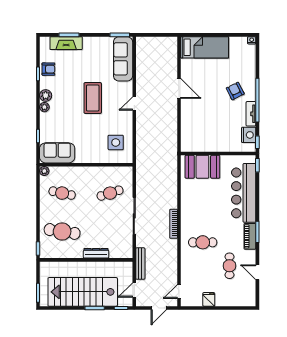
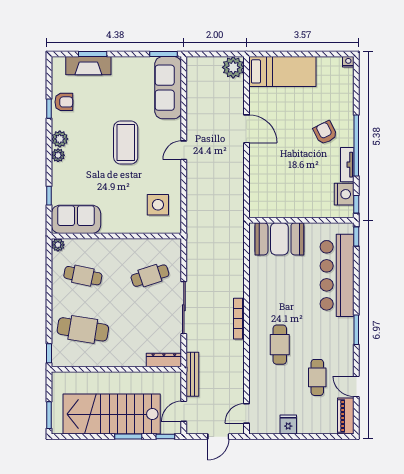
plant: (169, 44) -> (233, 67), added
piano: (250, 236) -> (346, 416), moved
cafe table: (203, 242) -> (280, 345), turned 90
dresser: (96, 253) -> (164, 360), moved

